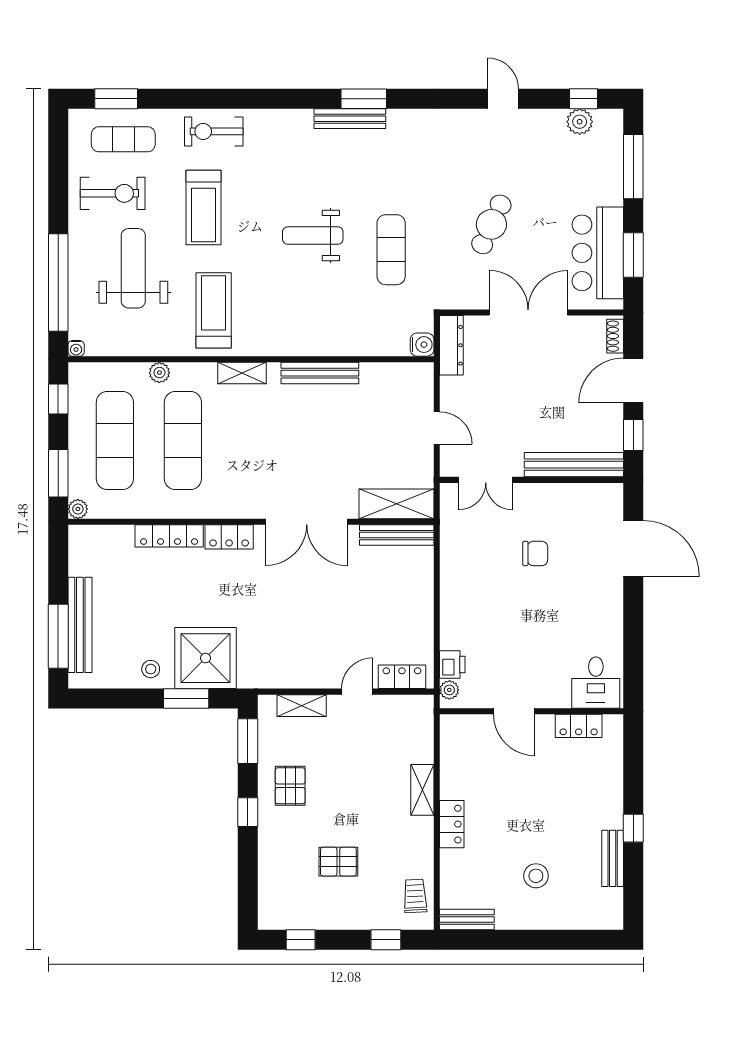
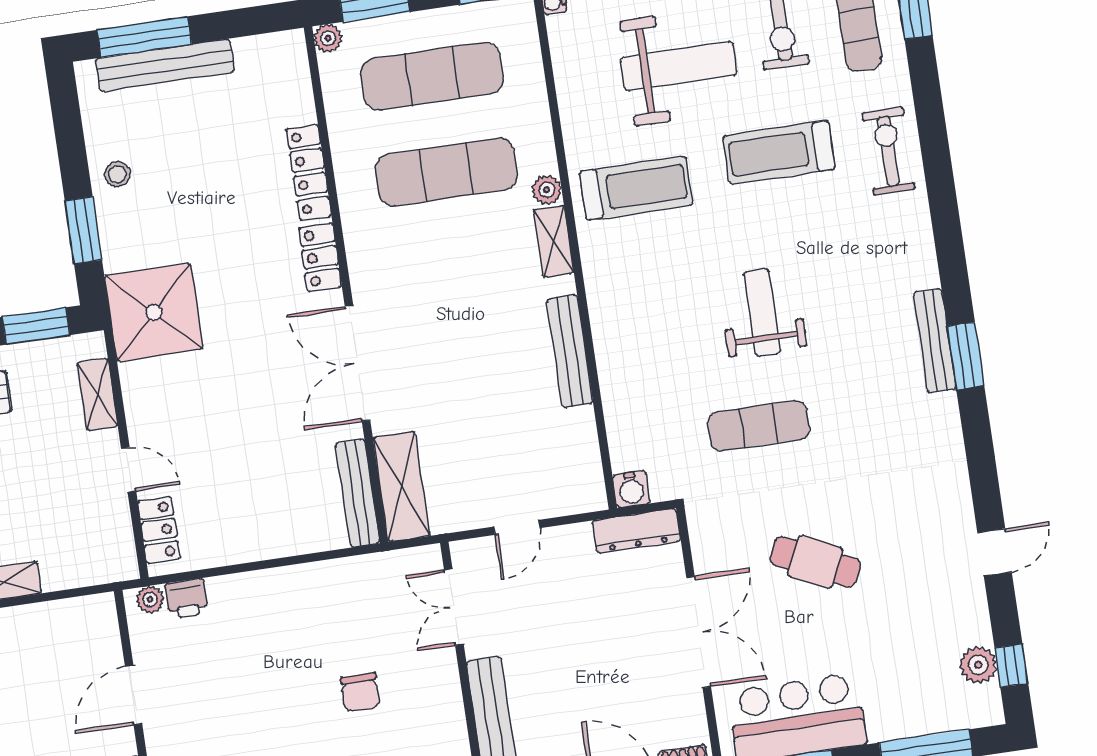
plant: (159, 373) -> (547, 190), moved
shower: (205, 658) -> (154, 312), moved

